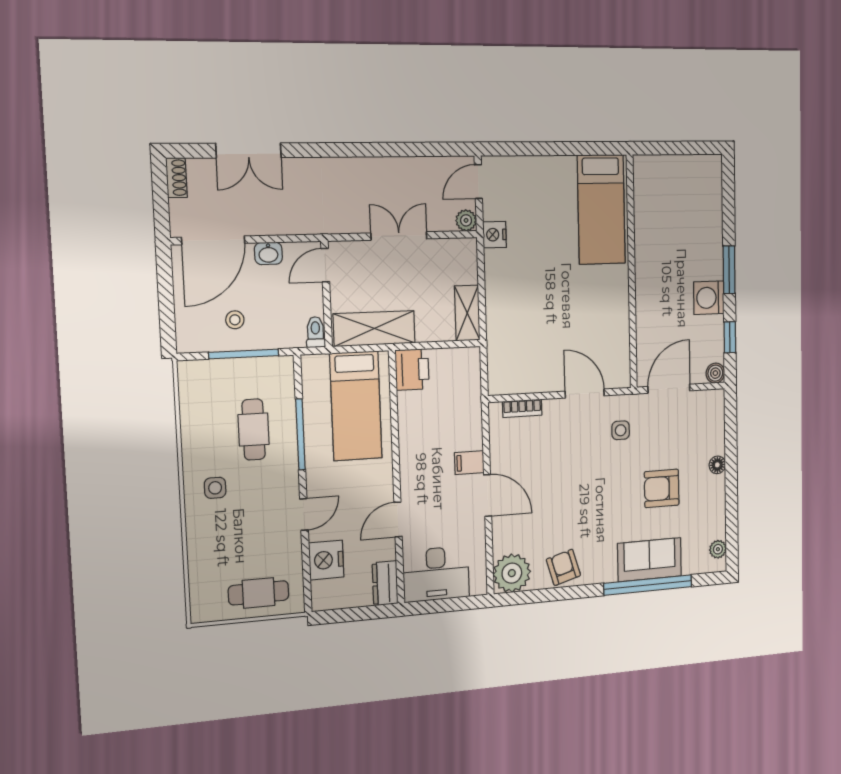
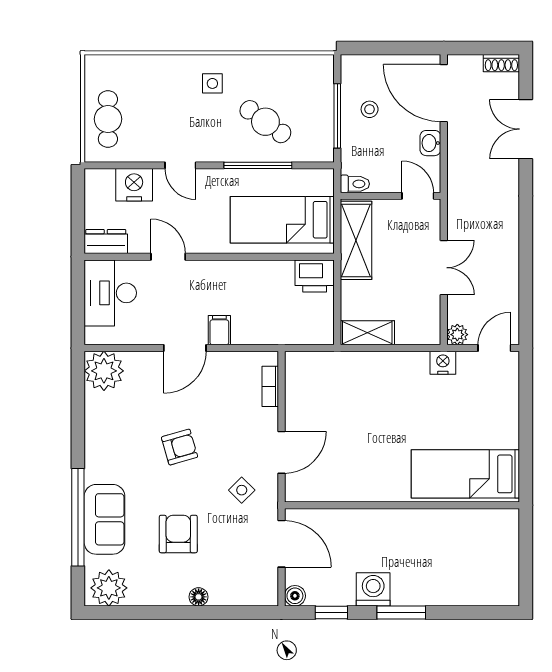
door: (478, 182) -> (494, 348), hinge flipped
cafe table: (254, 430) -> (265, 122), turned 36
side table: (621, 430) -> (242, 490), turned 45
plant: (718, 549) -> (109, 588), width x1.88, depth x1.88
armchair: (563, 567) -> (180, 447), moved

